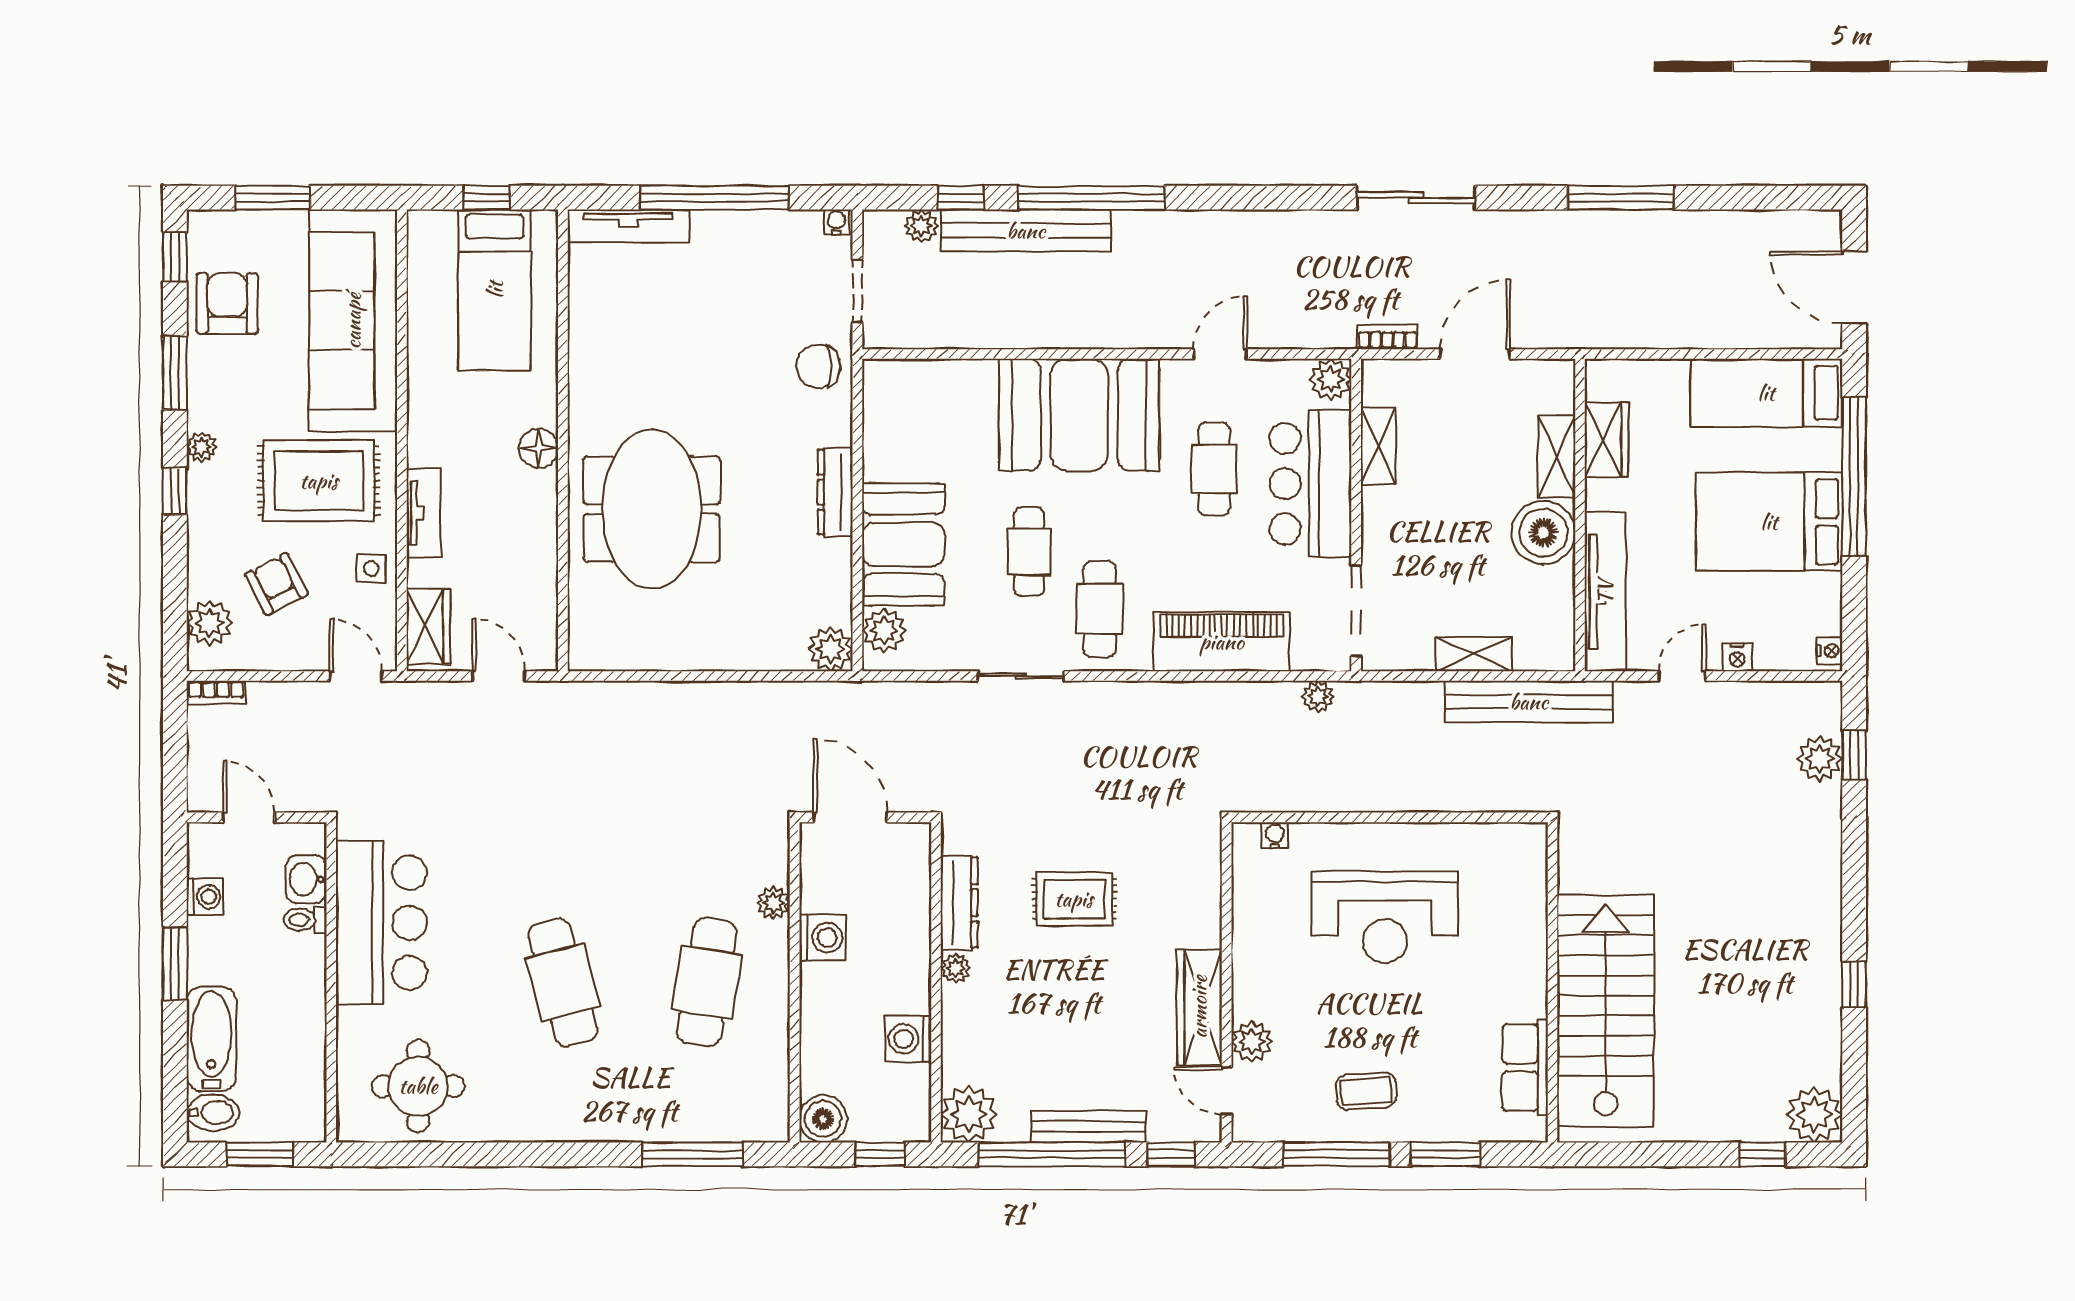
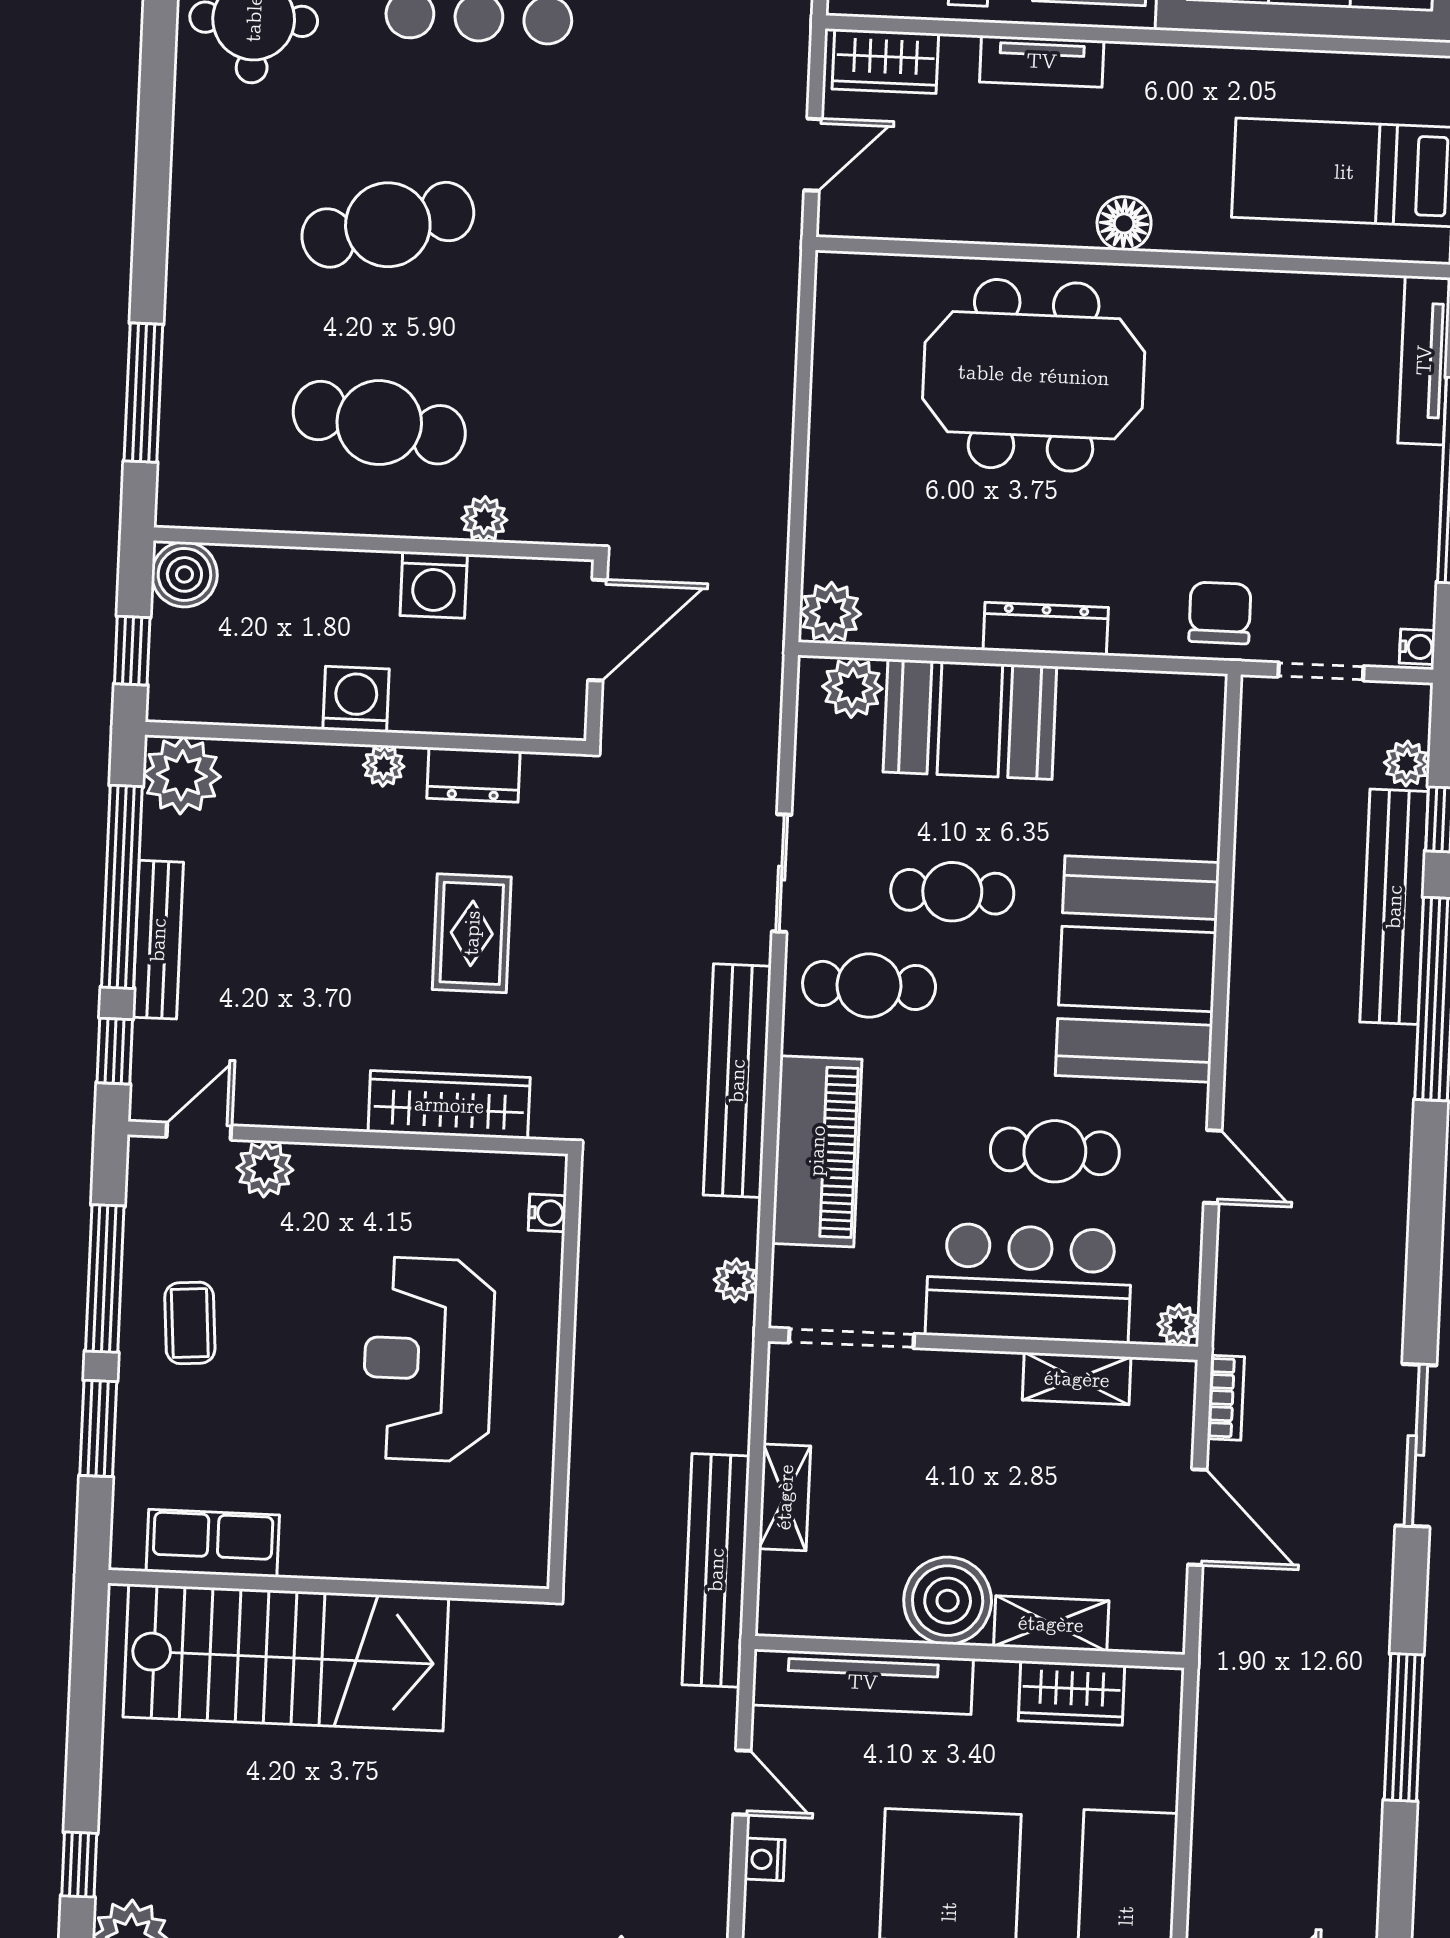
plant: (1331, 380) -> (1178, 1325), width x0.73, depth x0.73
bench: (1173, 702) -> (737, 1081), added
dresser: (959, 903) -> (474, 775), width x0.70
wardrobe: (1199, 1007) -> (449, 1105), moved
washing machine: (908, 1039) -> (356, 699), moved

